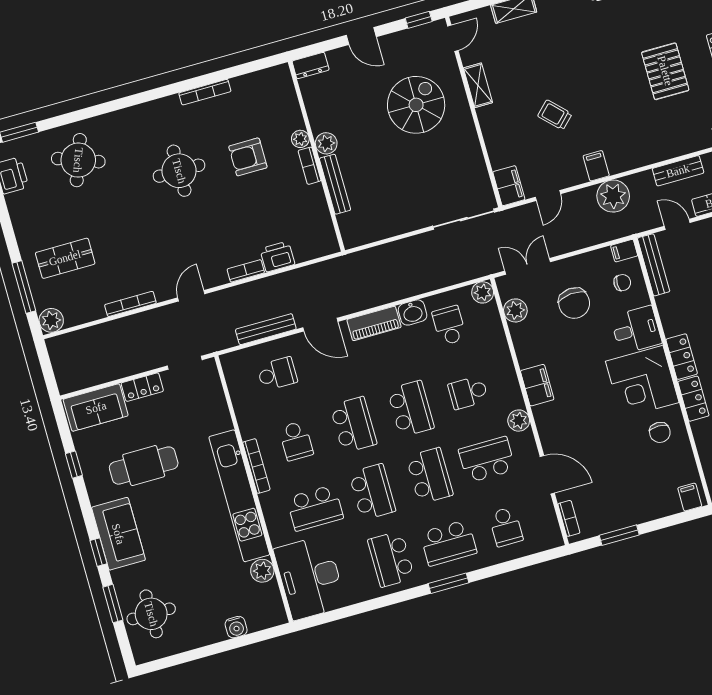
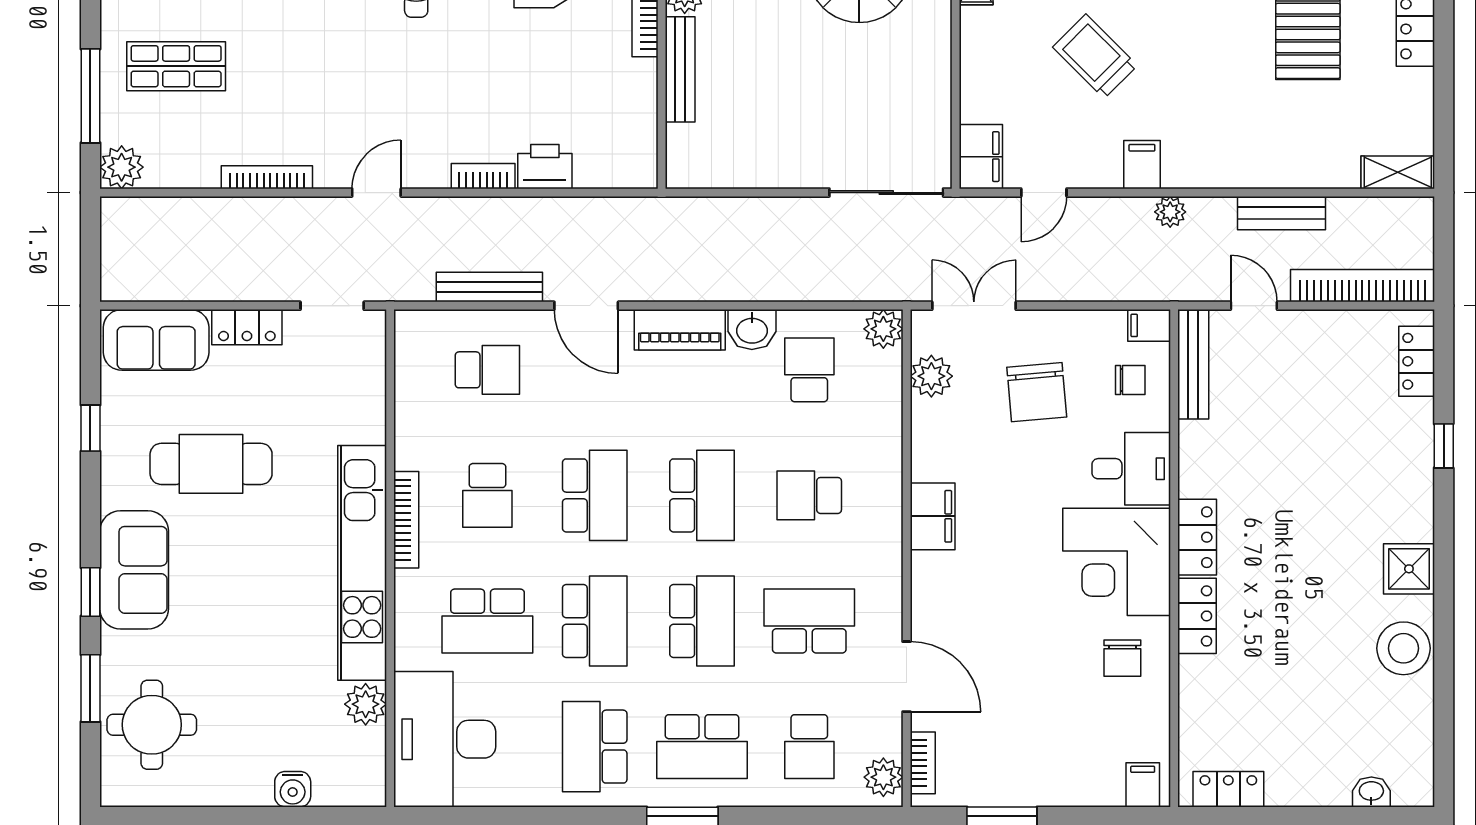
trolley: (555, 115) -> (1095, 56), width x1.36, depth x1.39
plant: (613, 196) -> (1170, 212), width x0.53, depth x0.53
plant: (519, 421) -> (883, 777), moved

